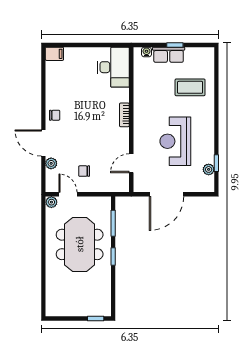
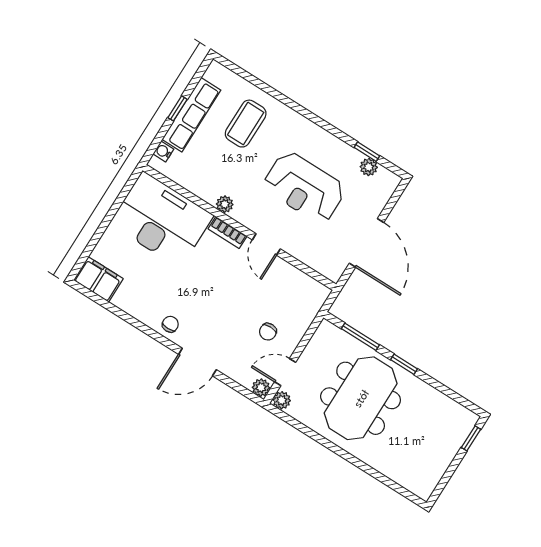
filing cabinet: (54, 54) -> (98, 279), width x2.00
row of seats: (169, 55) -> (191, 115), width x1.48
desk: (113, 67) -> (162, 220), width x1.36, depth x1.30
plant: (139, 104) -> (225, 204), added
plant: (51, 163) -> (261, 388), moved
door: (131, 163) -> (266, 244), moved
meeting table: (80, 244) -> (361, 398), turned 90

